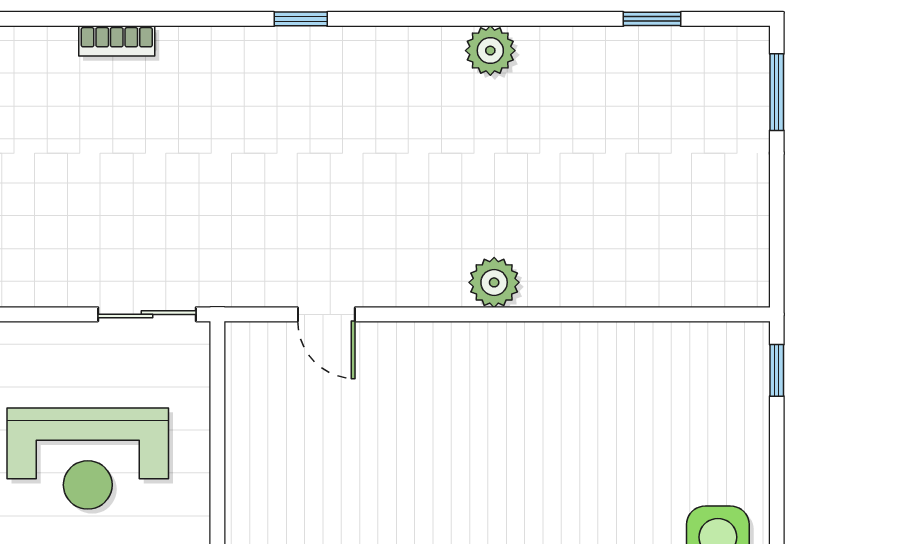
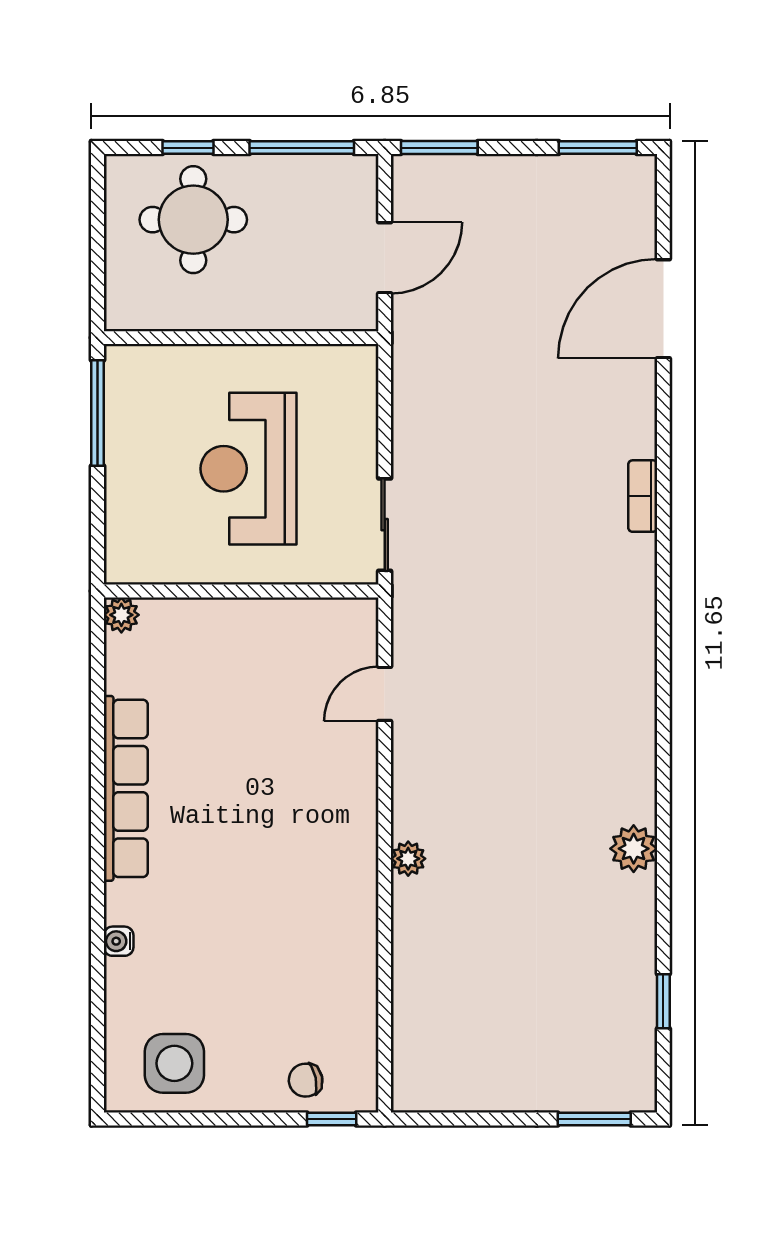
window: (301, 19) -> (663, 670), removed
plant: (494, 282) -> (408, 859), width x0.73, depth x0.73
chair: (736, 398) -> (306, 1080), added

